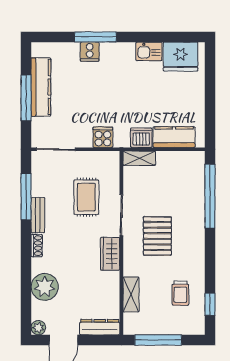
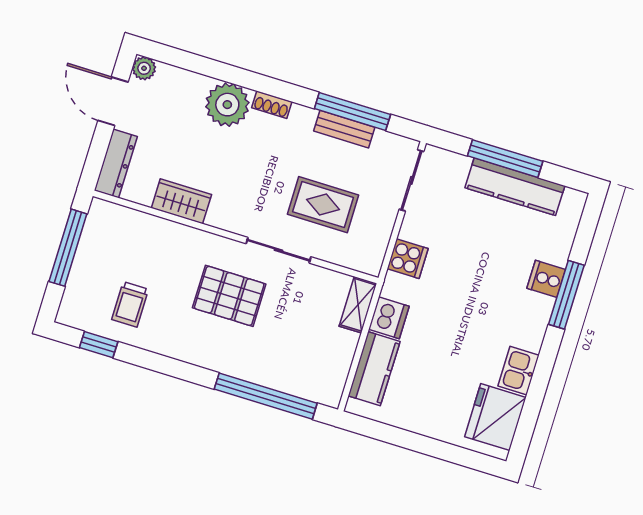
bench: (38, 215) -> (344, 129), moved
wardrobe: (110, 254) -> (181, 201), moved
plant: (45, 287) -> (227, 105), moved
trolley: (180, 293) -> (130, 304), turned -90
shelving: (131, 294) -> (151, 227), removed

